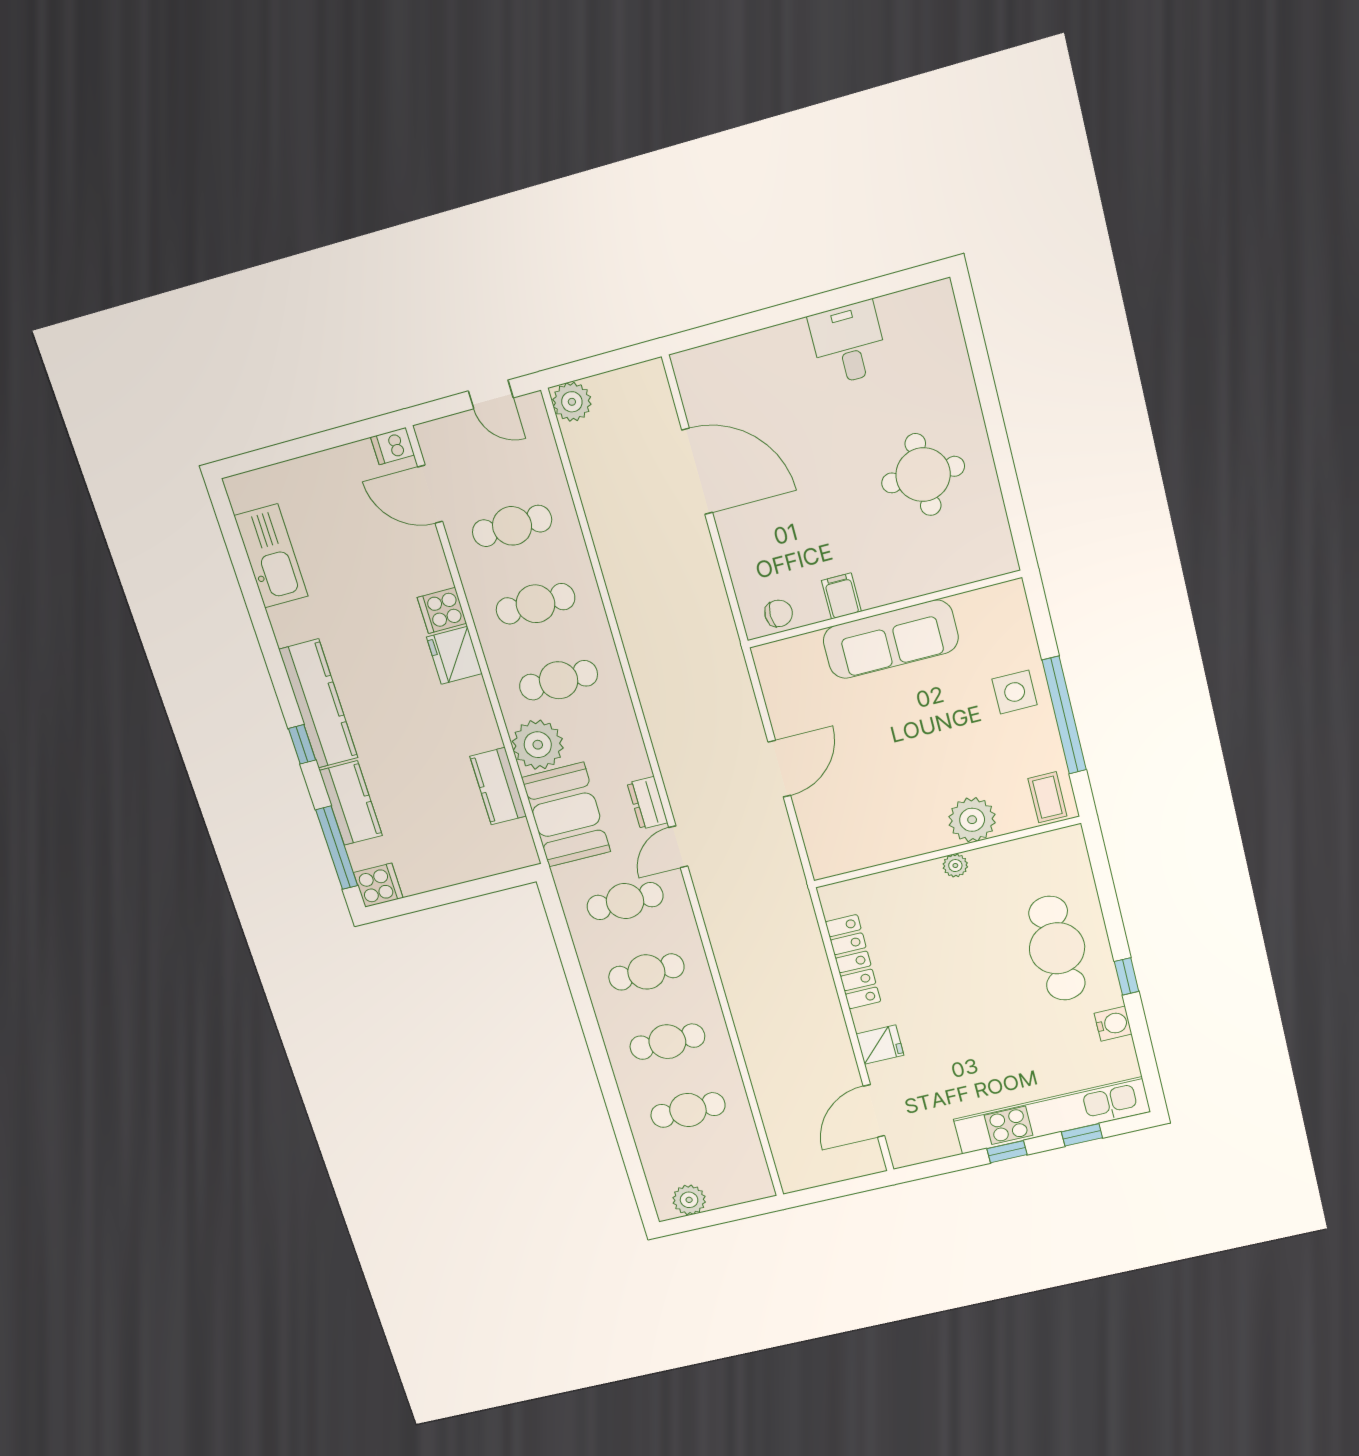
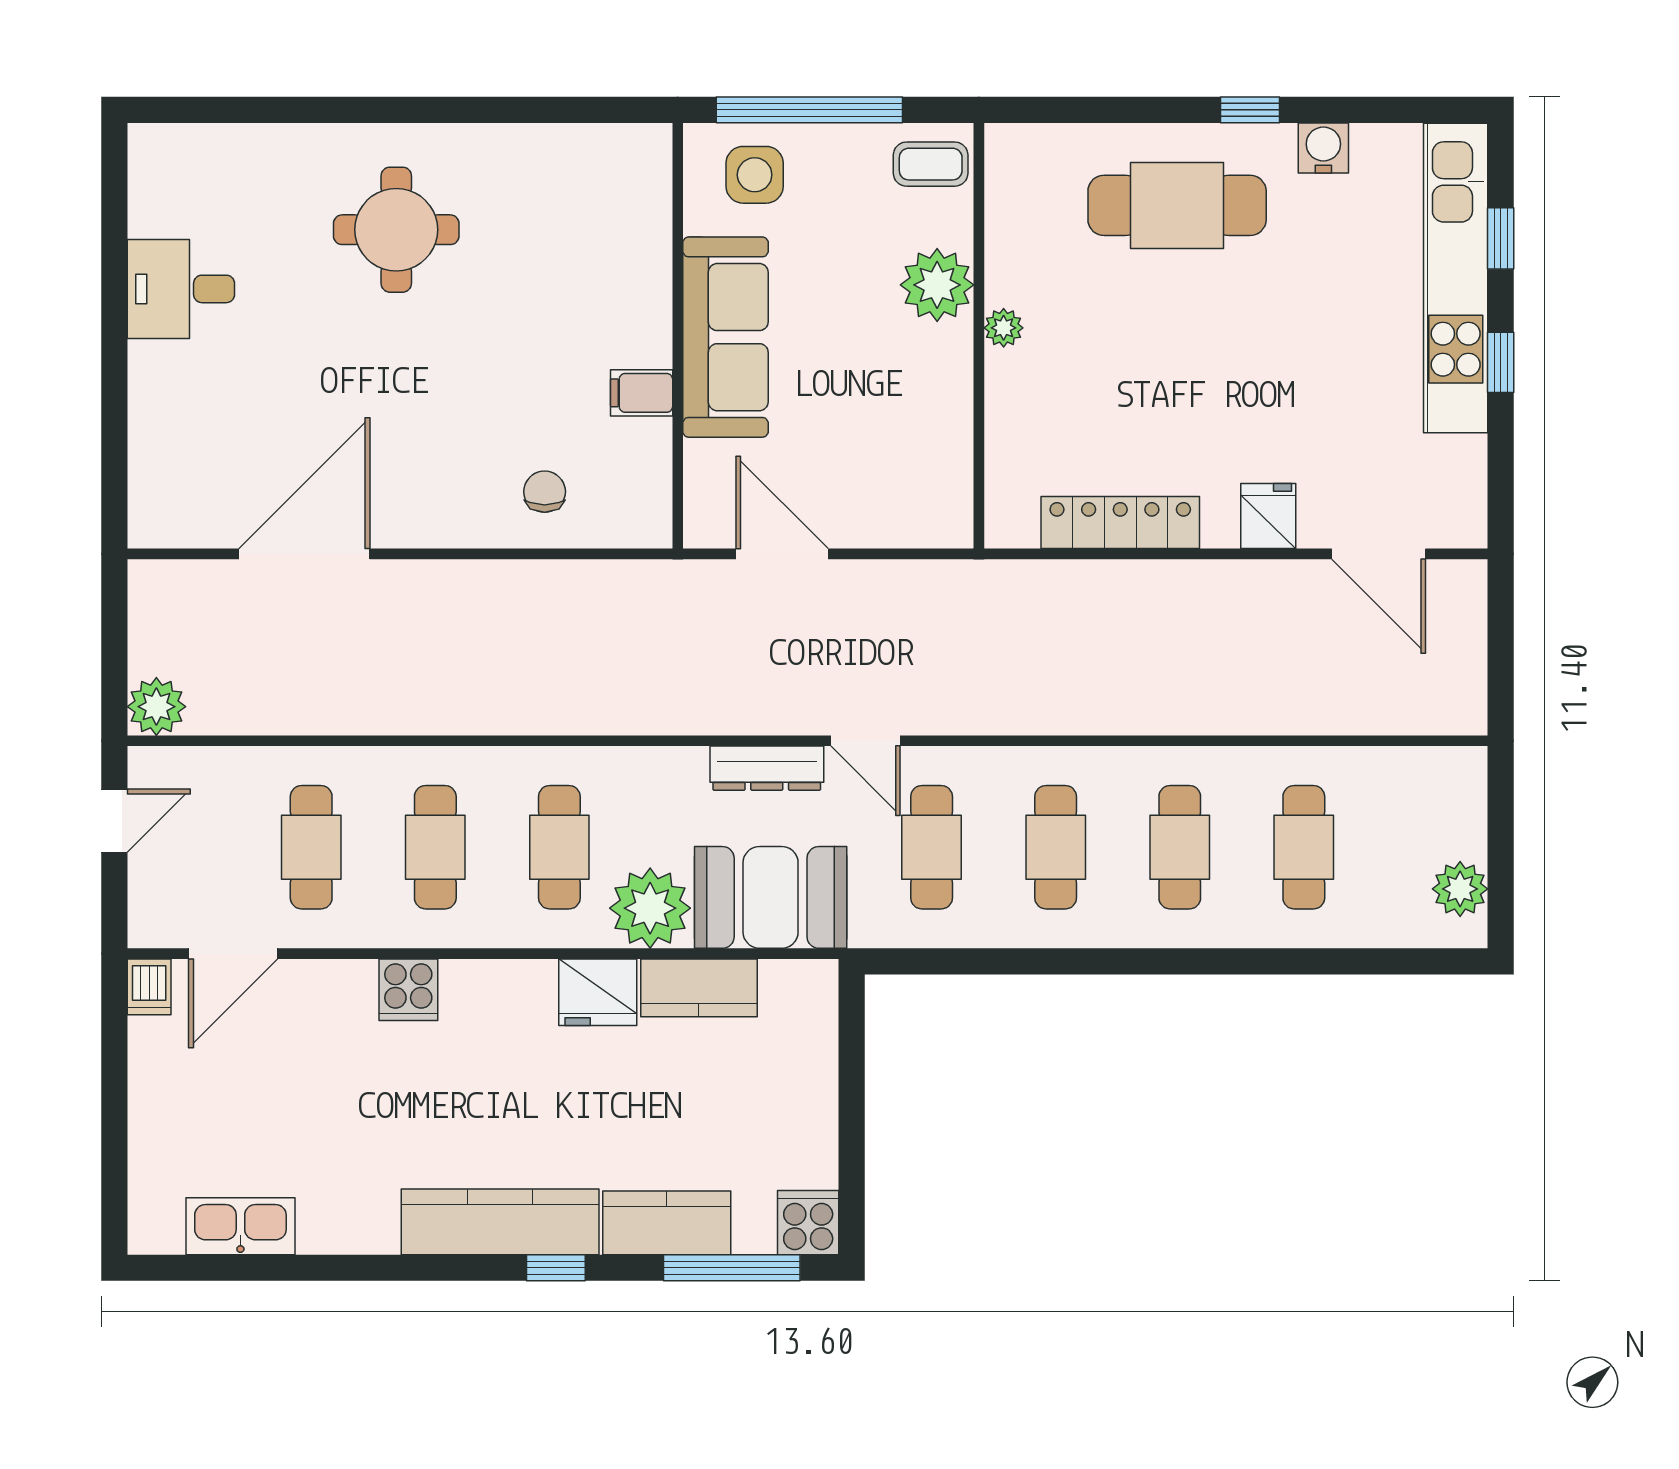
kitchen sink: (271, 556) -> (240, 1226), width x0.73, depth x0.81
filing cabinet: (841, 596) -> (642, 393), moved
wall: (884, 609) -> (678, 336), moved
sofa: (891, 639) -> (725, 337), moved
fridge: (454, 655) -> (598, 992), moved
dresser: (647, 803) -> (767, 768), width x1.44

